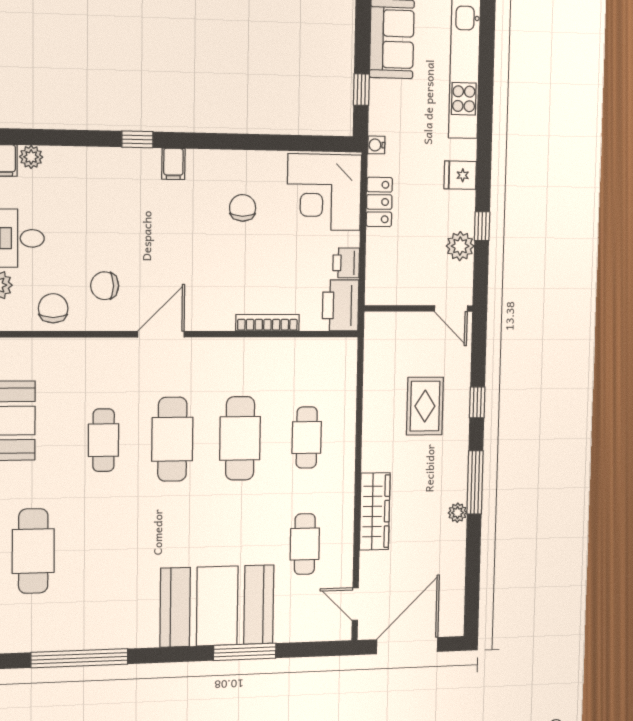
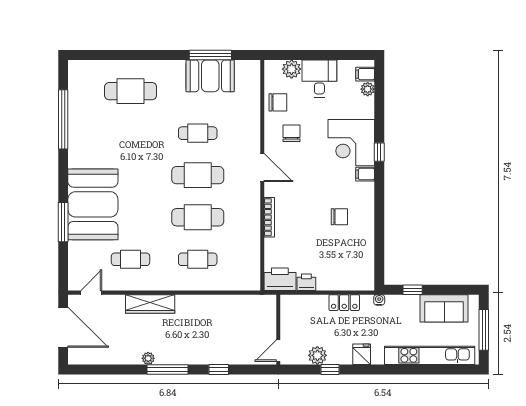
corner desk: (324, 192) -> (351, 143), moved, turned -90
bookcase: (267, 323) -> (269, 217), moved
rug: (425, 406) -> (217, 335), removed

